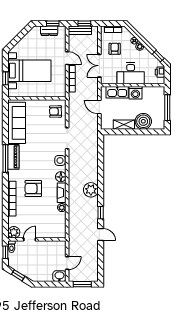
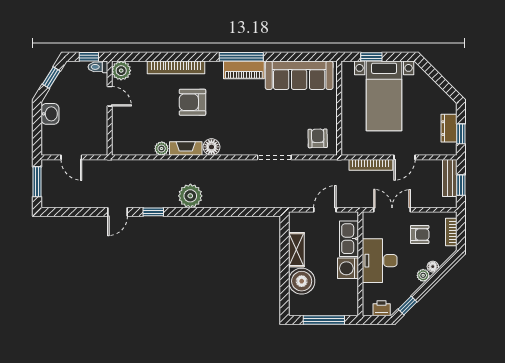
side table: (60, 161) -> (238, 146), removed
armchair: (33, 188) -> (192, 102), turned -90
washbasin: (59, 276) -> (50, 114), moved

